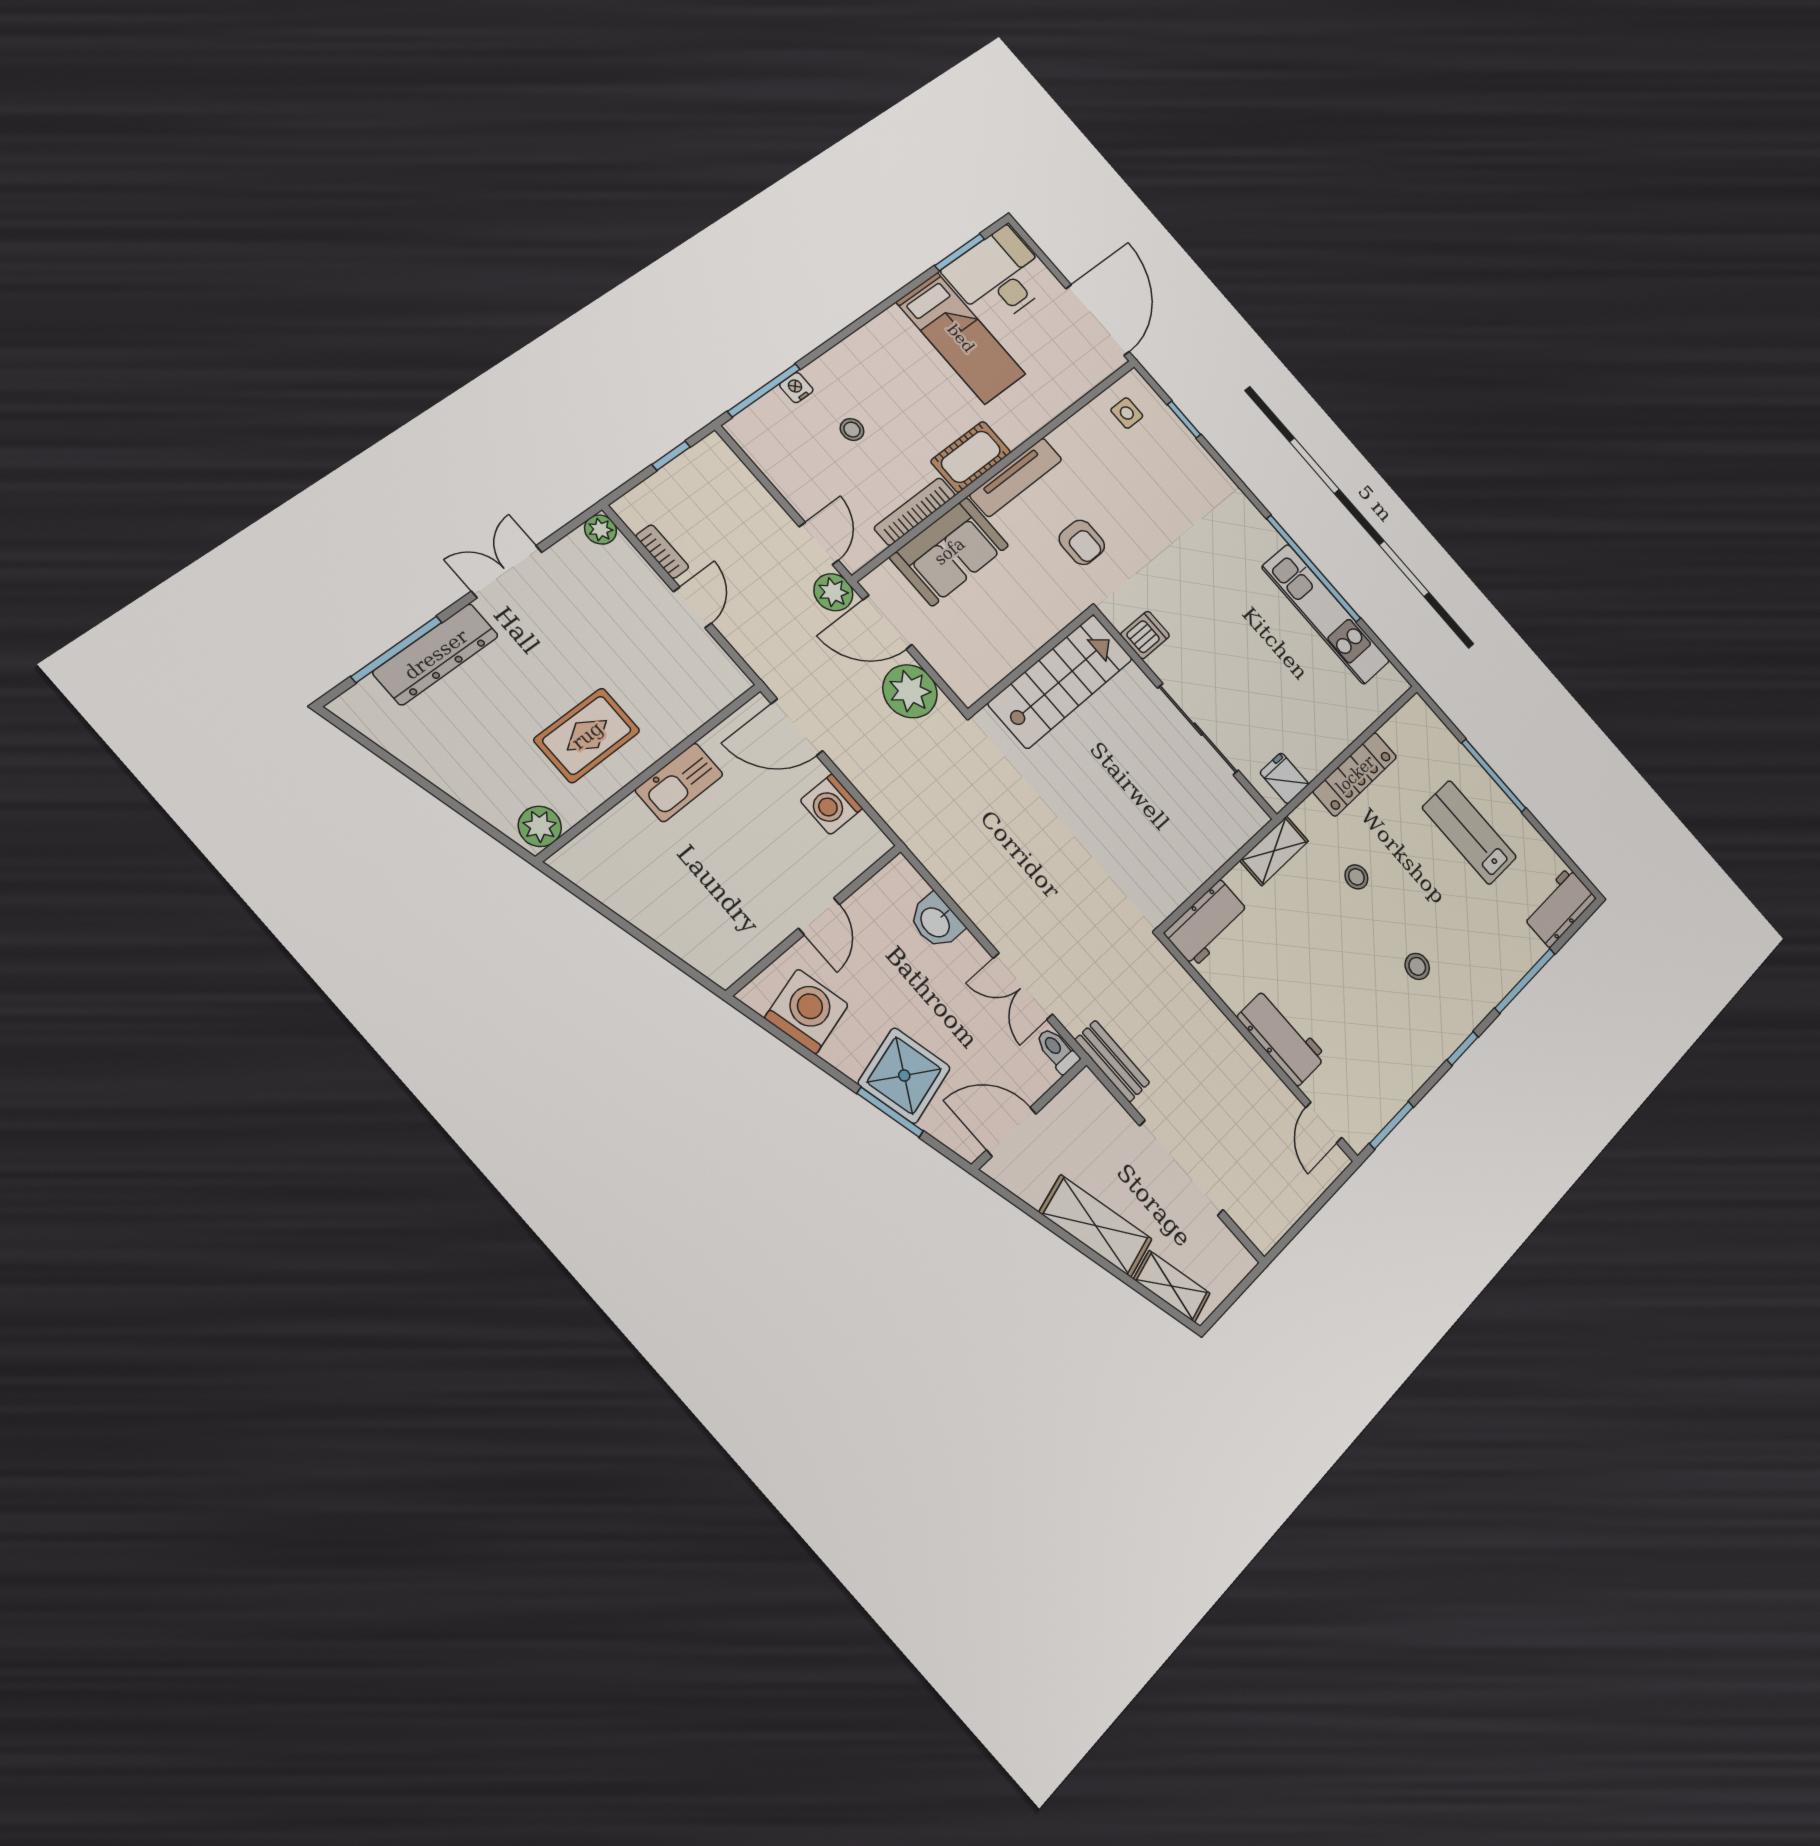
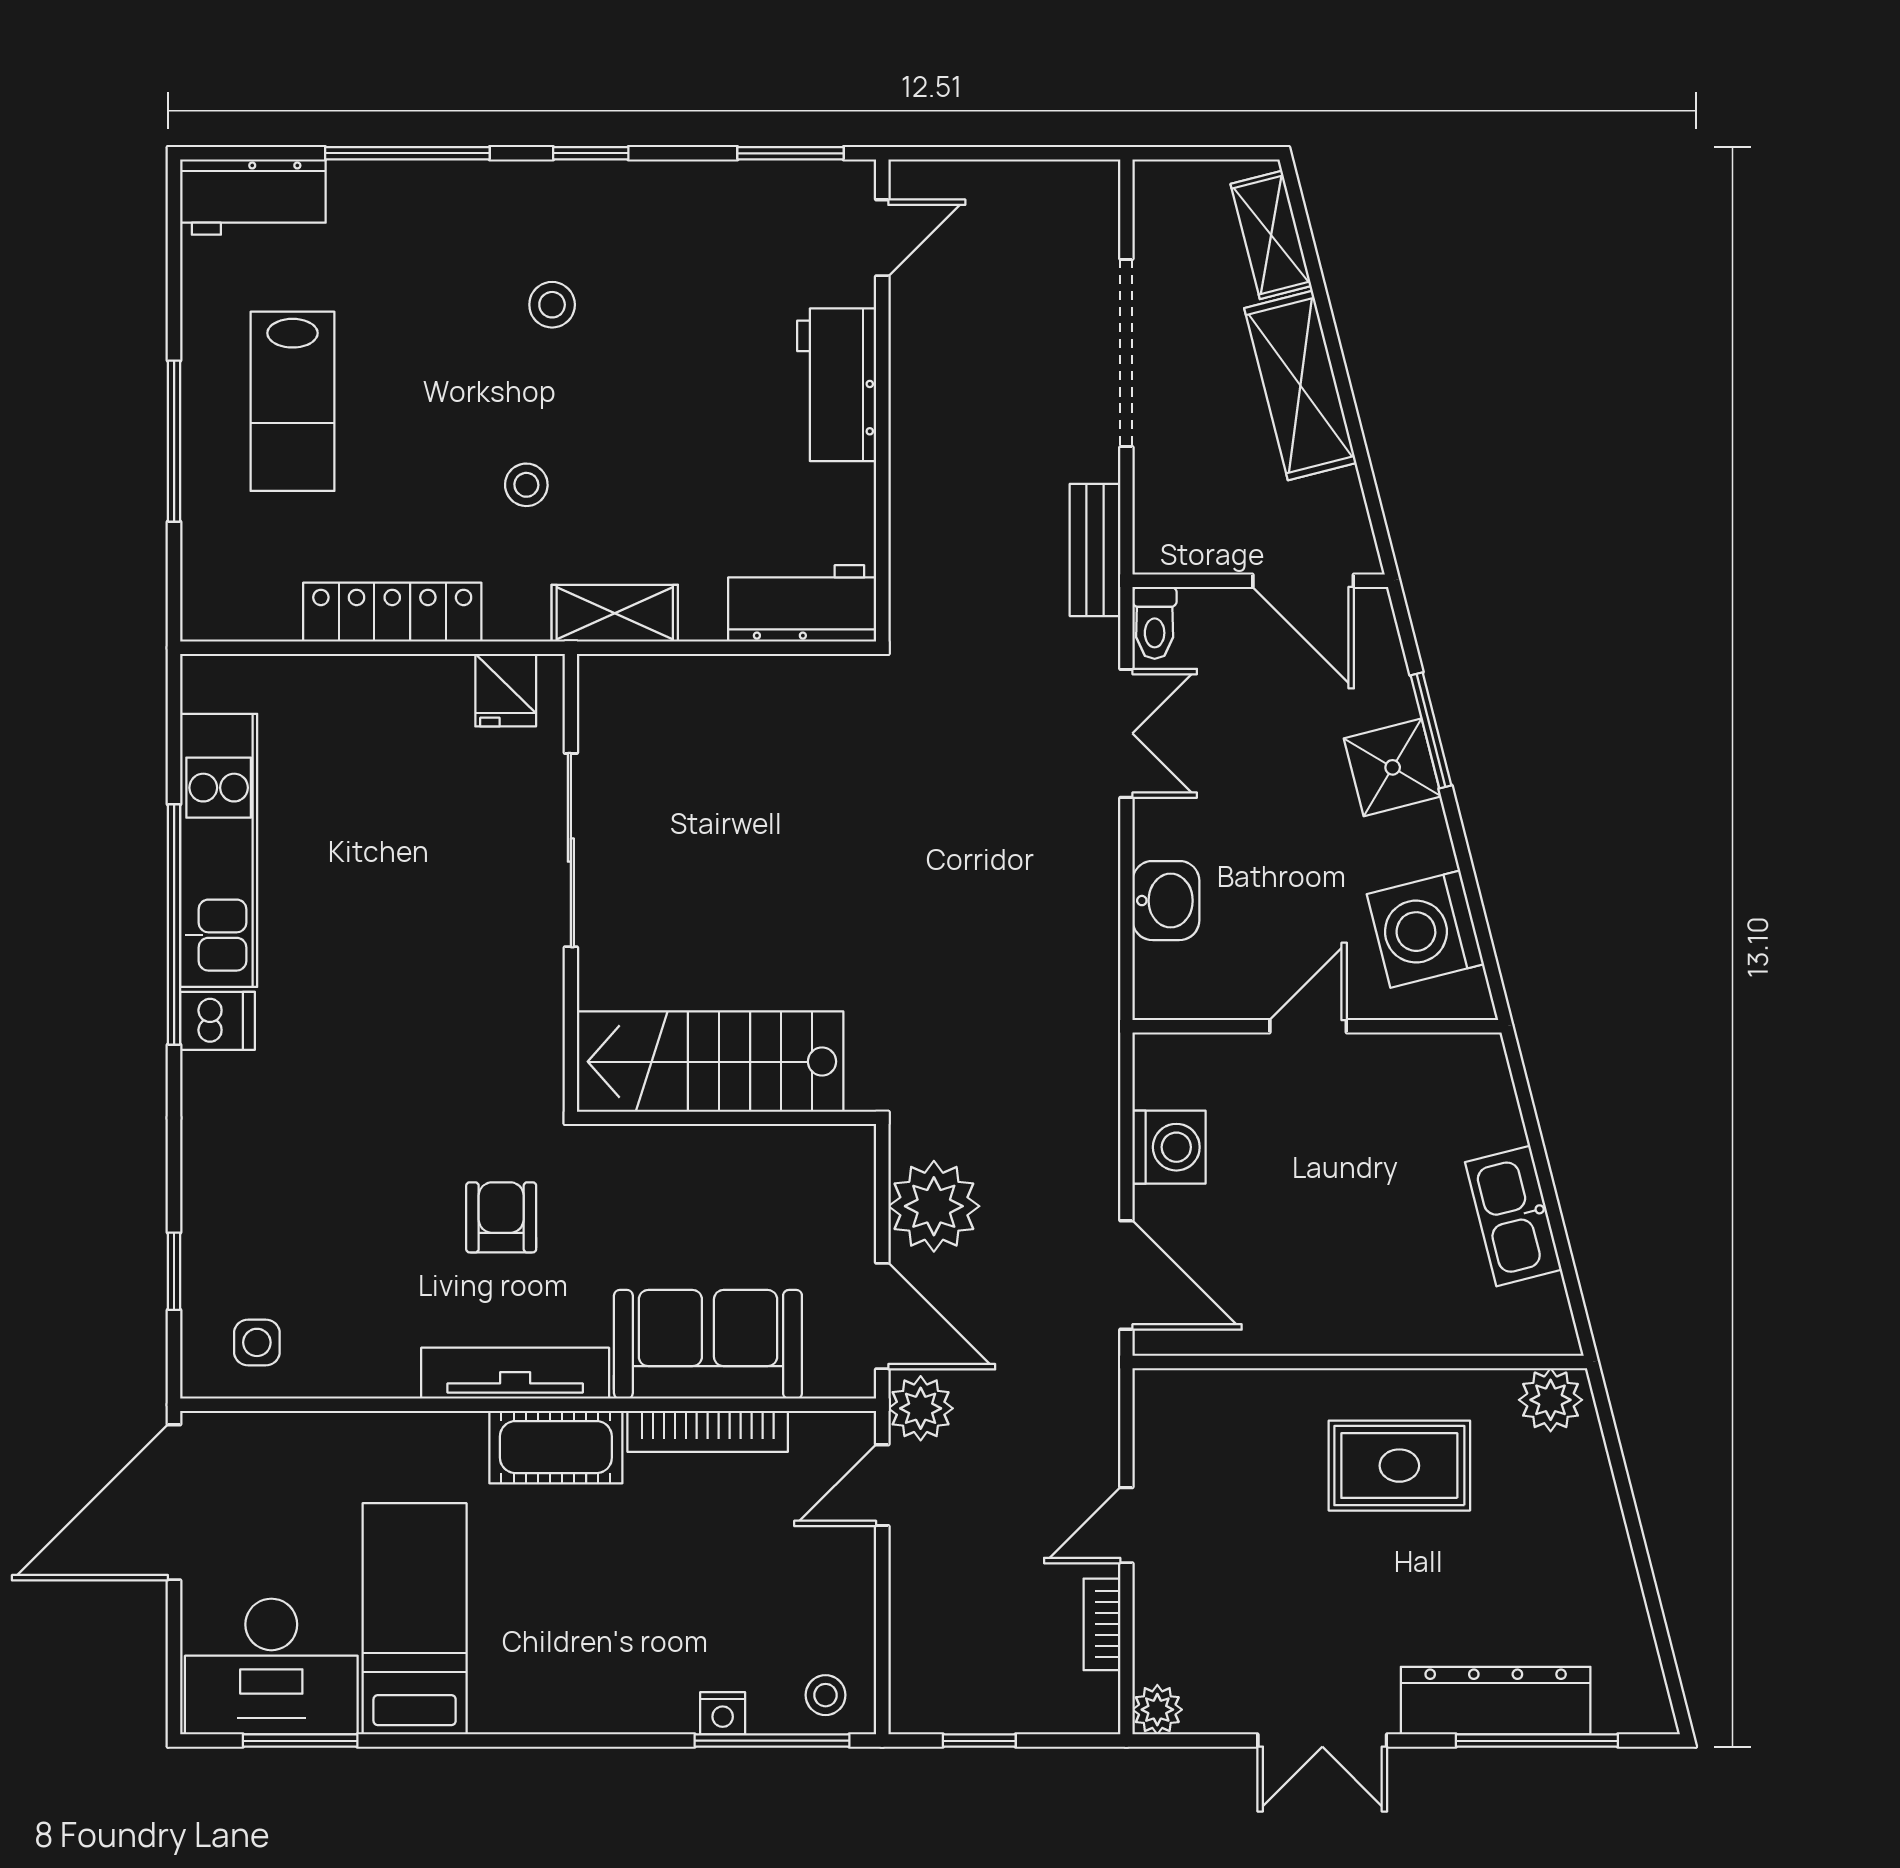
stool: (852, 430) -> (826, 1695), moved
dishwasher: (1145, 635) -> (218, 1021), moved, turned 180
kitchen sink: (679, 782) -> (1513, 1216), moved, turned -104
shower: (904, 1076) -> (1393, 767), width x0.73, depth x0.73

